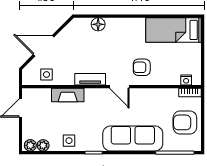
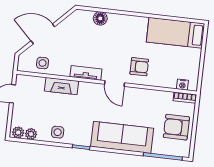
armchair: (142, 67) -> (139, 67), turned 180

